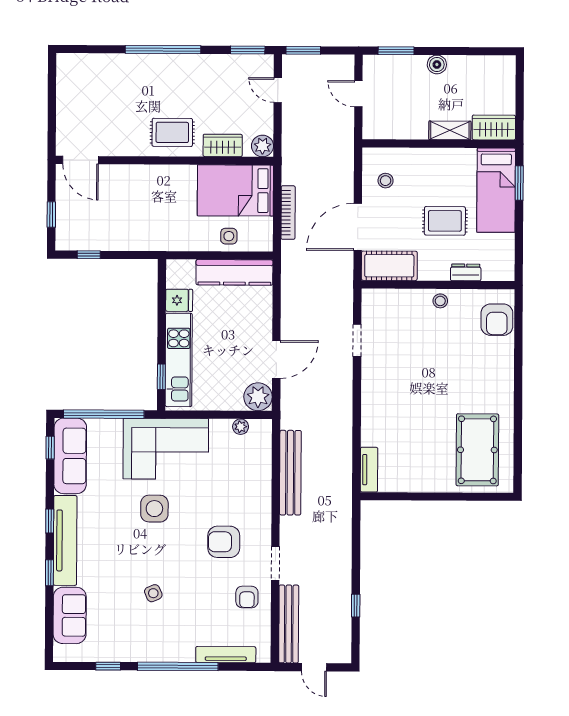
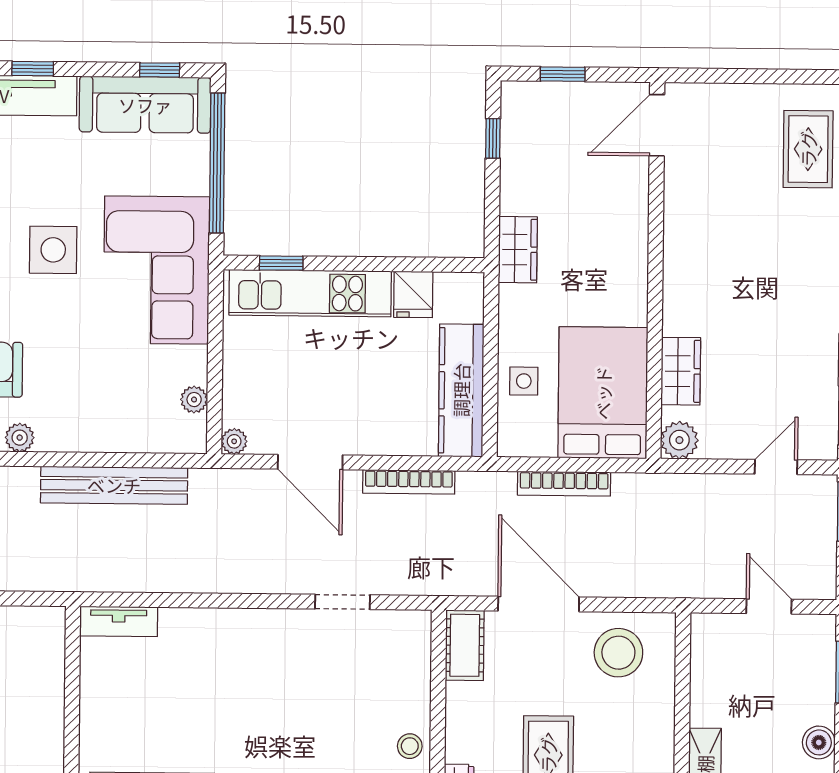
door: (358, 94) -> (769, 606), hinge flipped
rug: (172, 132) -> (808, 149), moved
stool: (386, 181) -> (618, 653), width x1.89, depth x1.89
wardrobe: (153, 240) -> (518, 250), added
cot: (389, 266) -> (465, 645), width x0.73, depth x0.75
bookcase: (287, 302) -> (409, 482), added
plant: (258, 397) -> (234, 441), width x0.53, depth x0.53
plant: (263, 527) -> (20, 438), added

